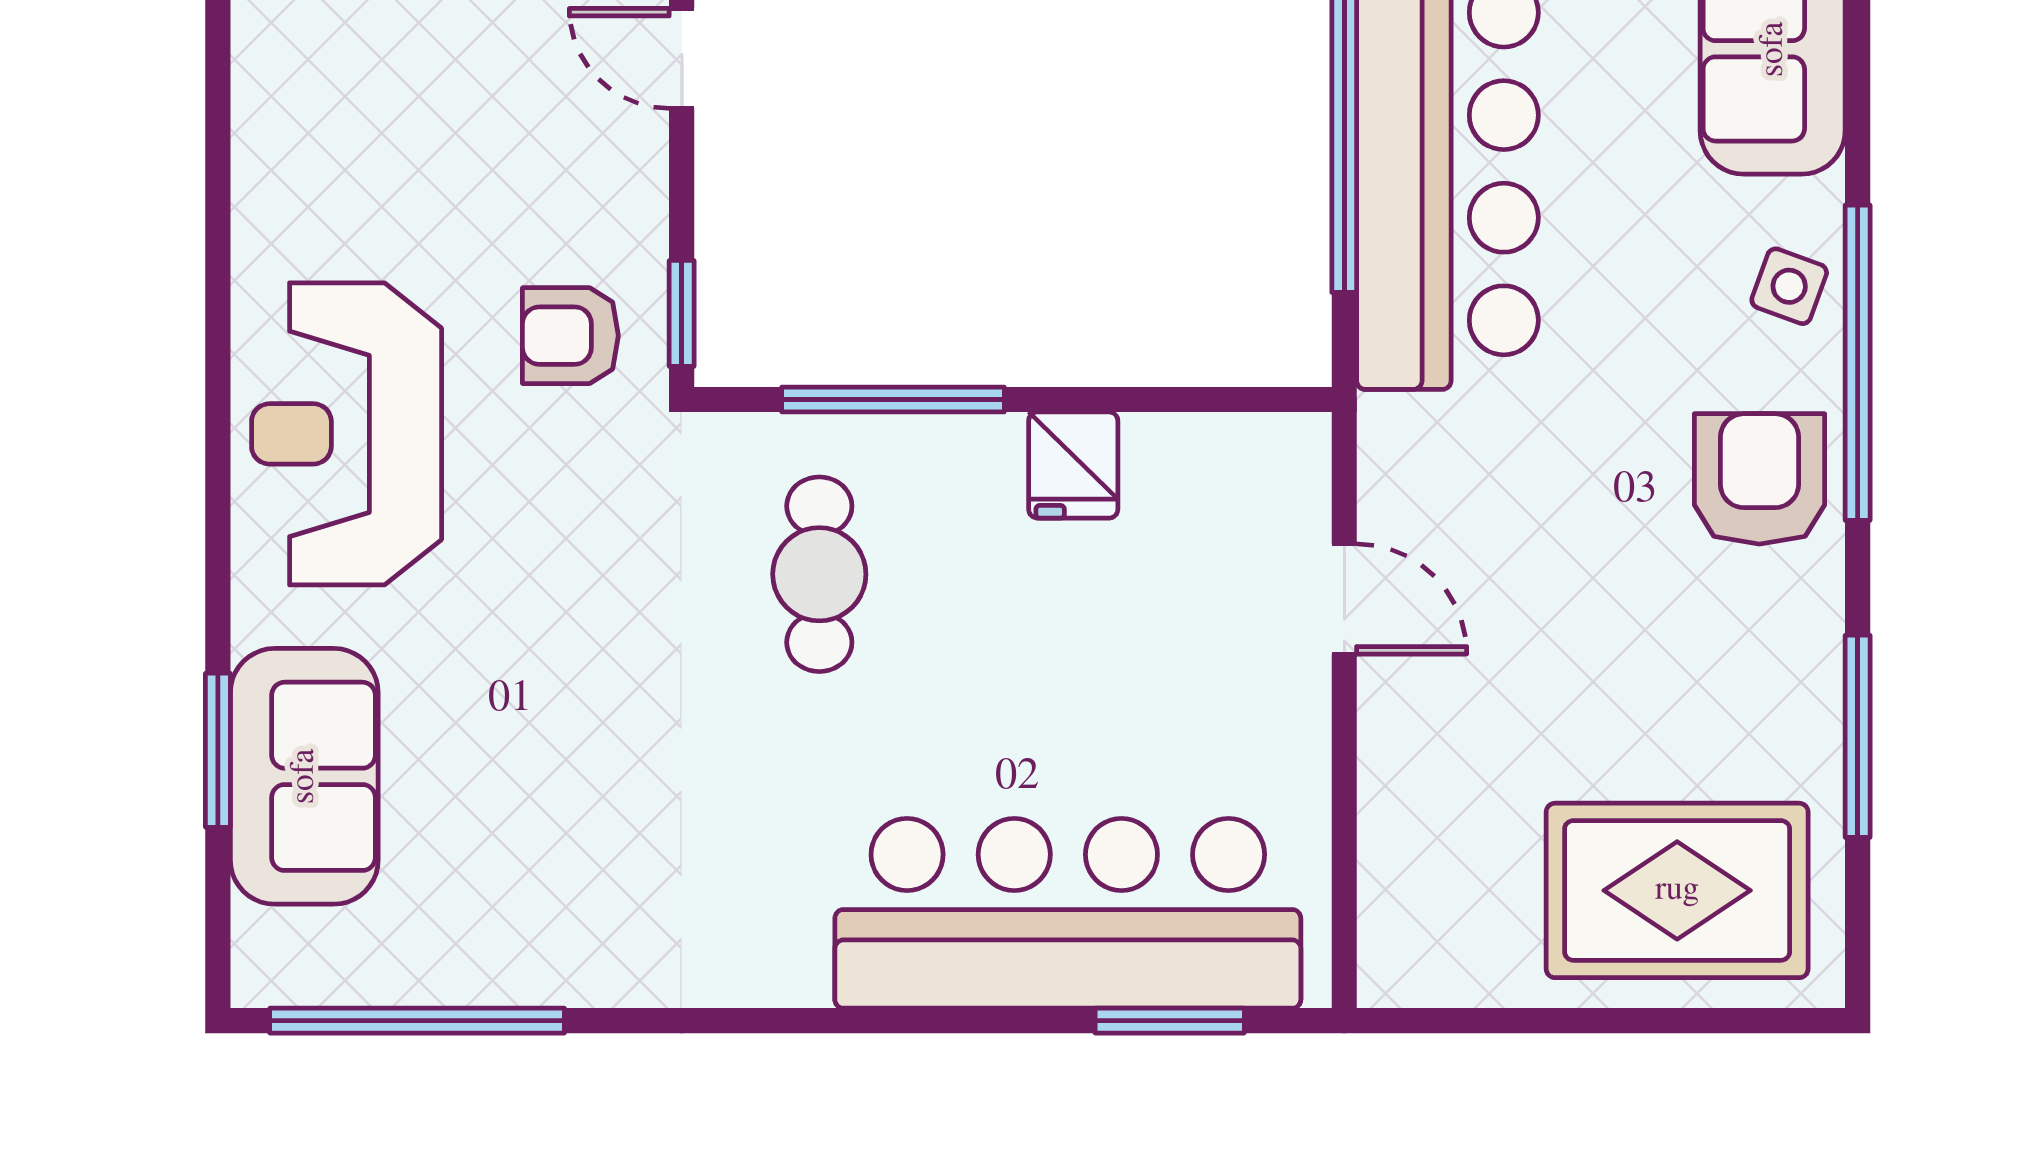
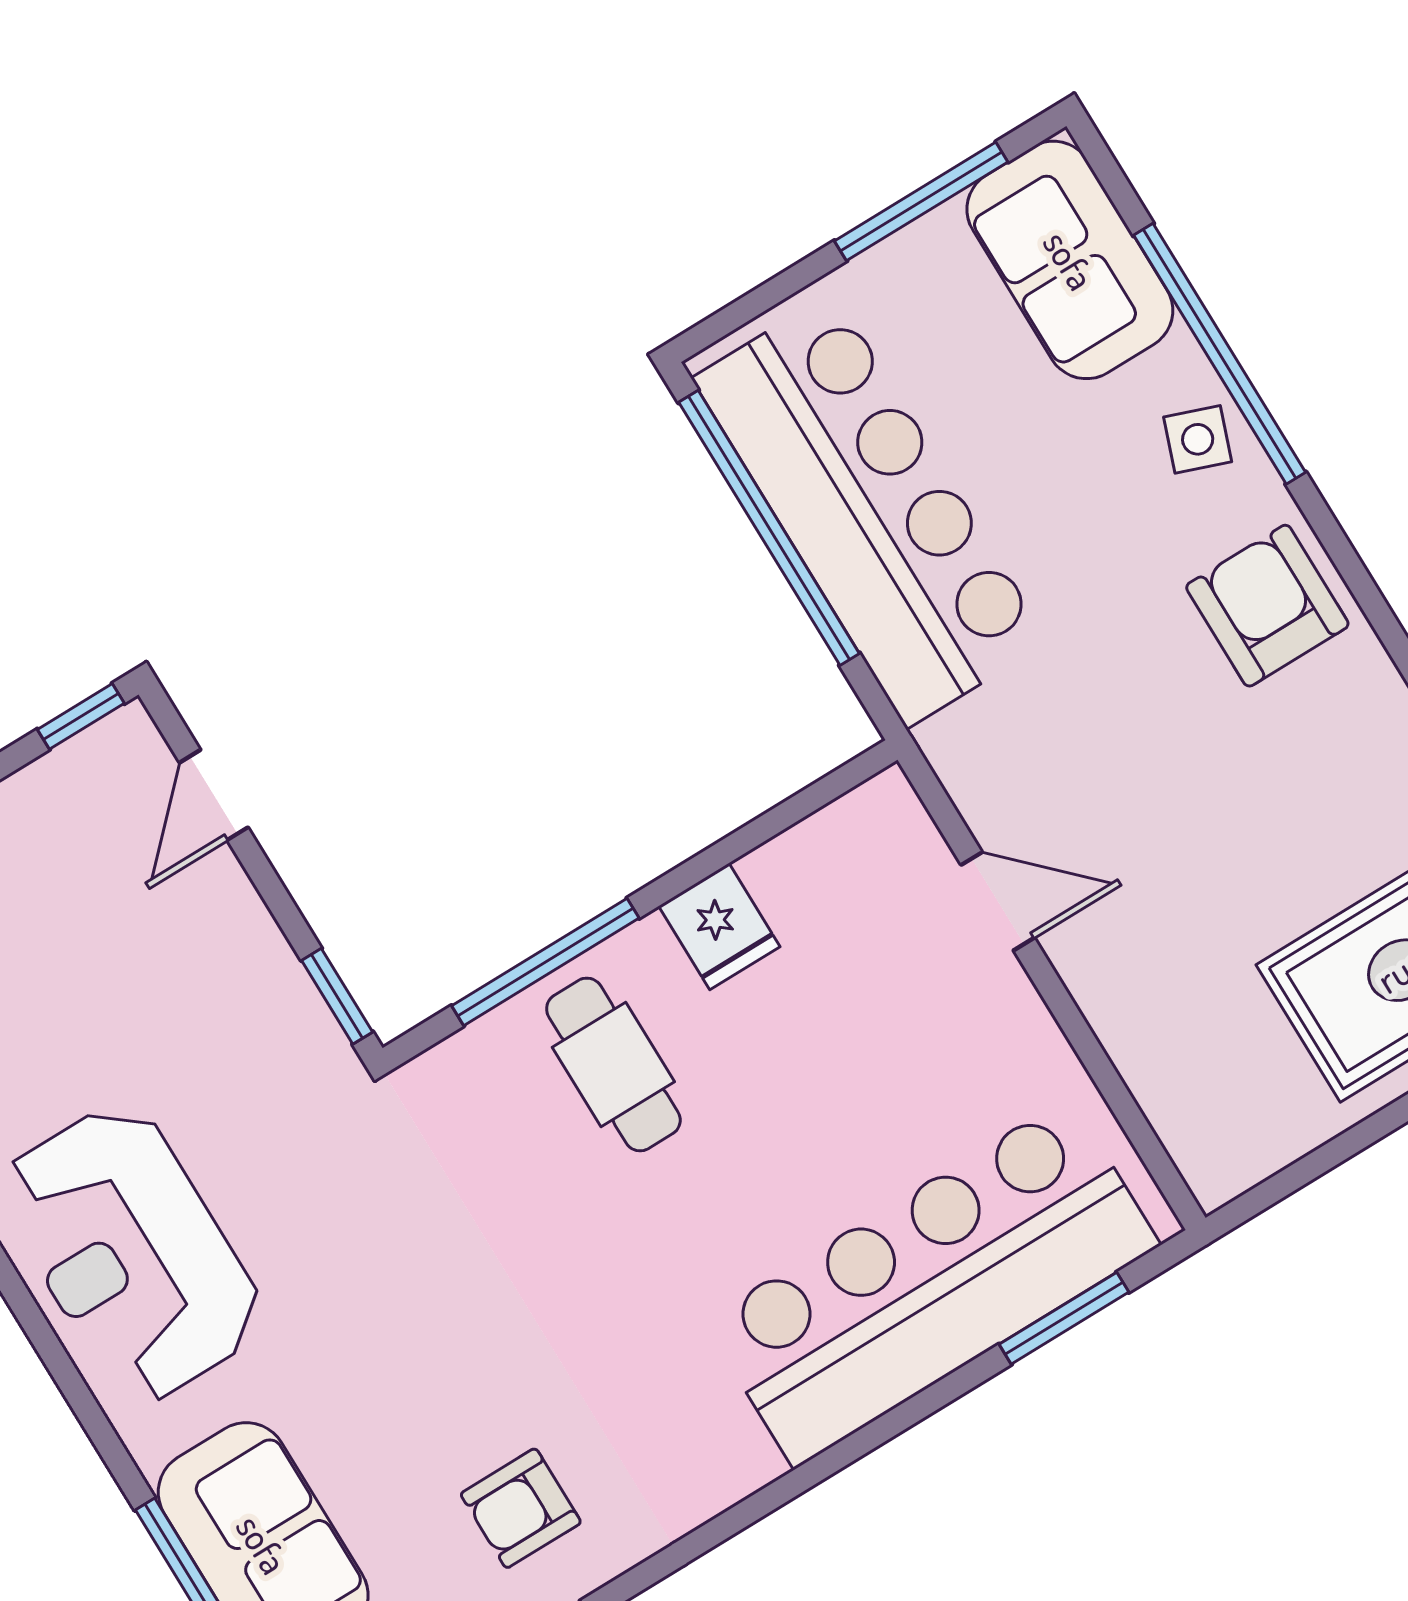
door: (682, 58) -> (214, 795), hinge flipped
armchair: (570, 336) -> (521, 1508), moved
window: (1858, 363) -> (1220, 354), moved
cafe table: (819, 574) -> (613, 1064), moved

